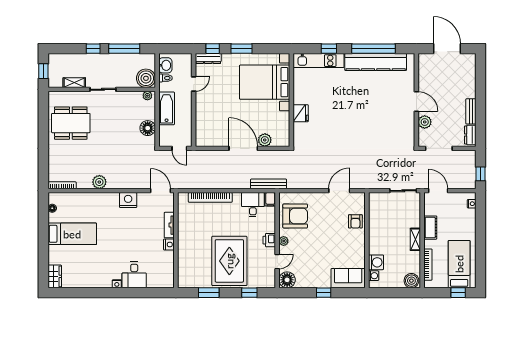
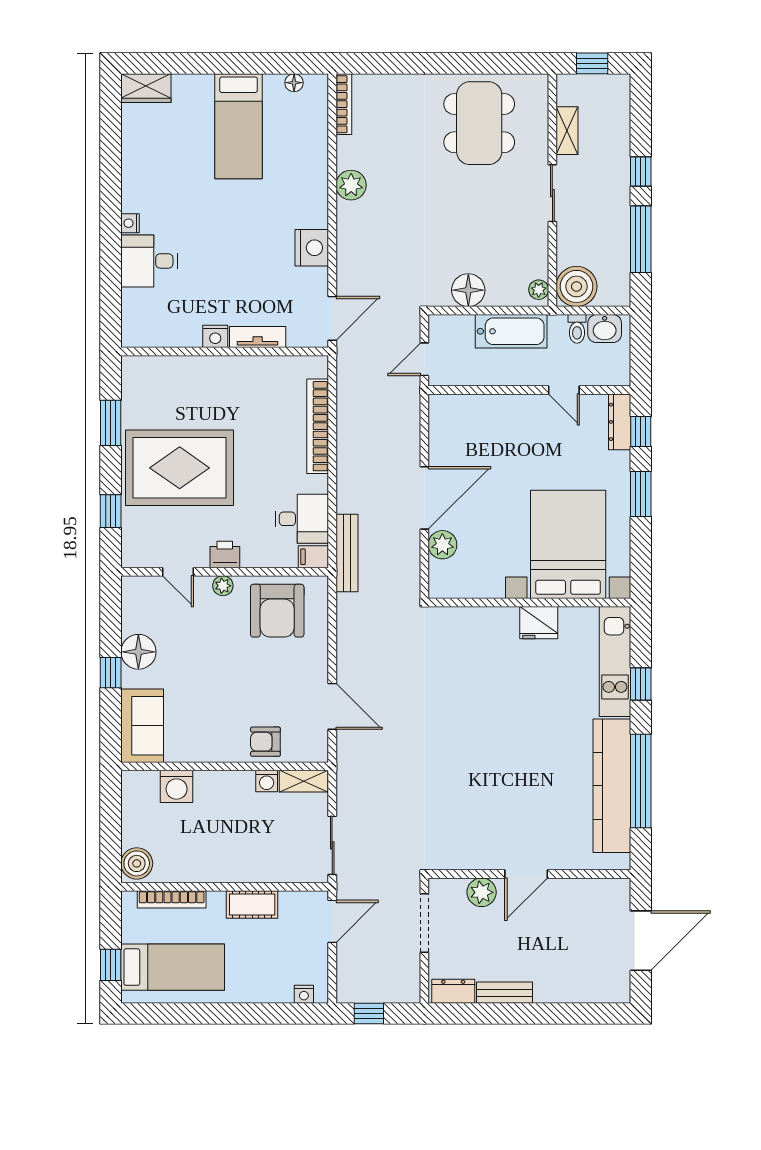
fridge: (301, 113) -> (539, 623), moved
shelving: (415, 239) -> (304, 781), moved
washing machine: (374, 276) -> (267, 781), moved
floor lamp: (287, 280) -> (138, 652), moved

